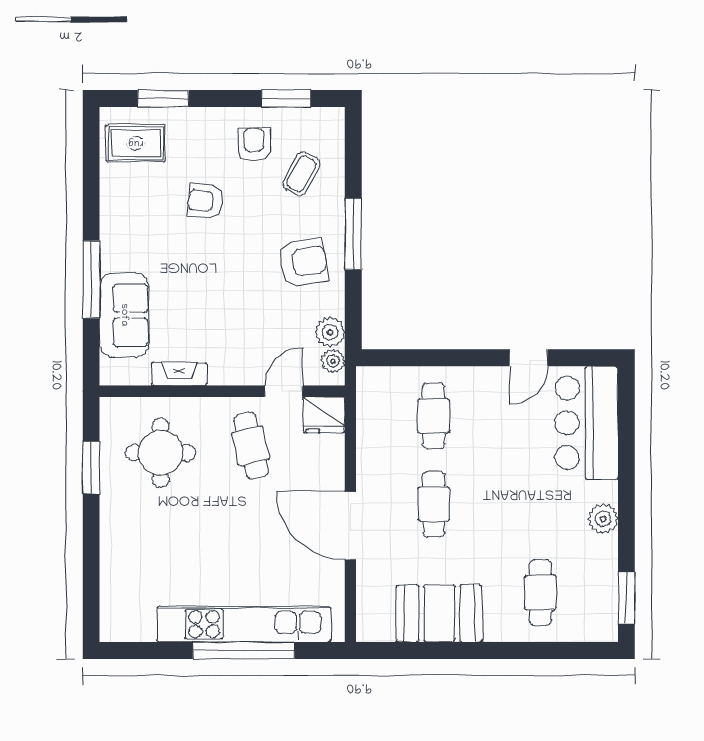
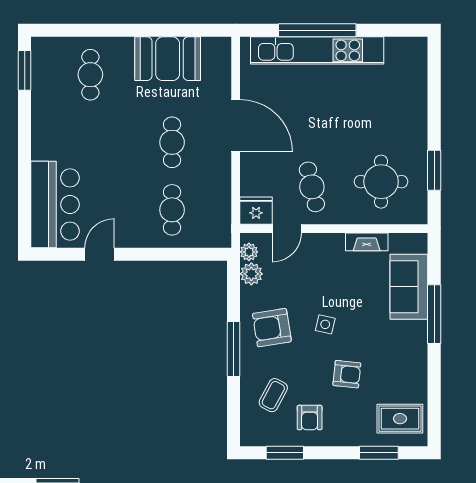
side table: (233, 266) -> (325, 324), added
plant: (603, 519) -> (42, 131), removed

